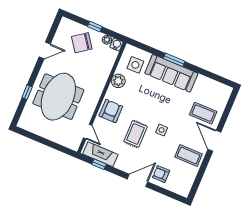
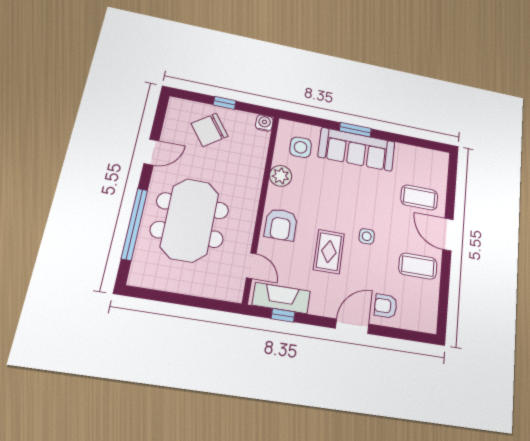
plant: (107, 40) -> (248, 119), removed
window: (27, 92) -> (135, 224), width x3.17
armchair: (111, 111) -> (281, 225), turned 180

